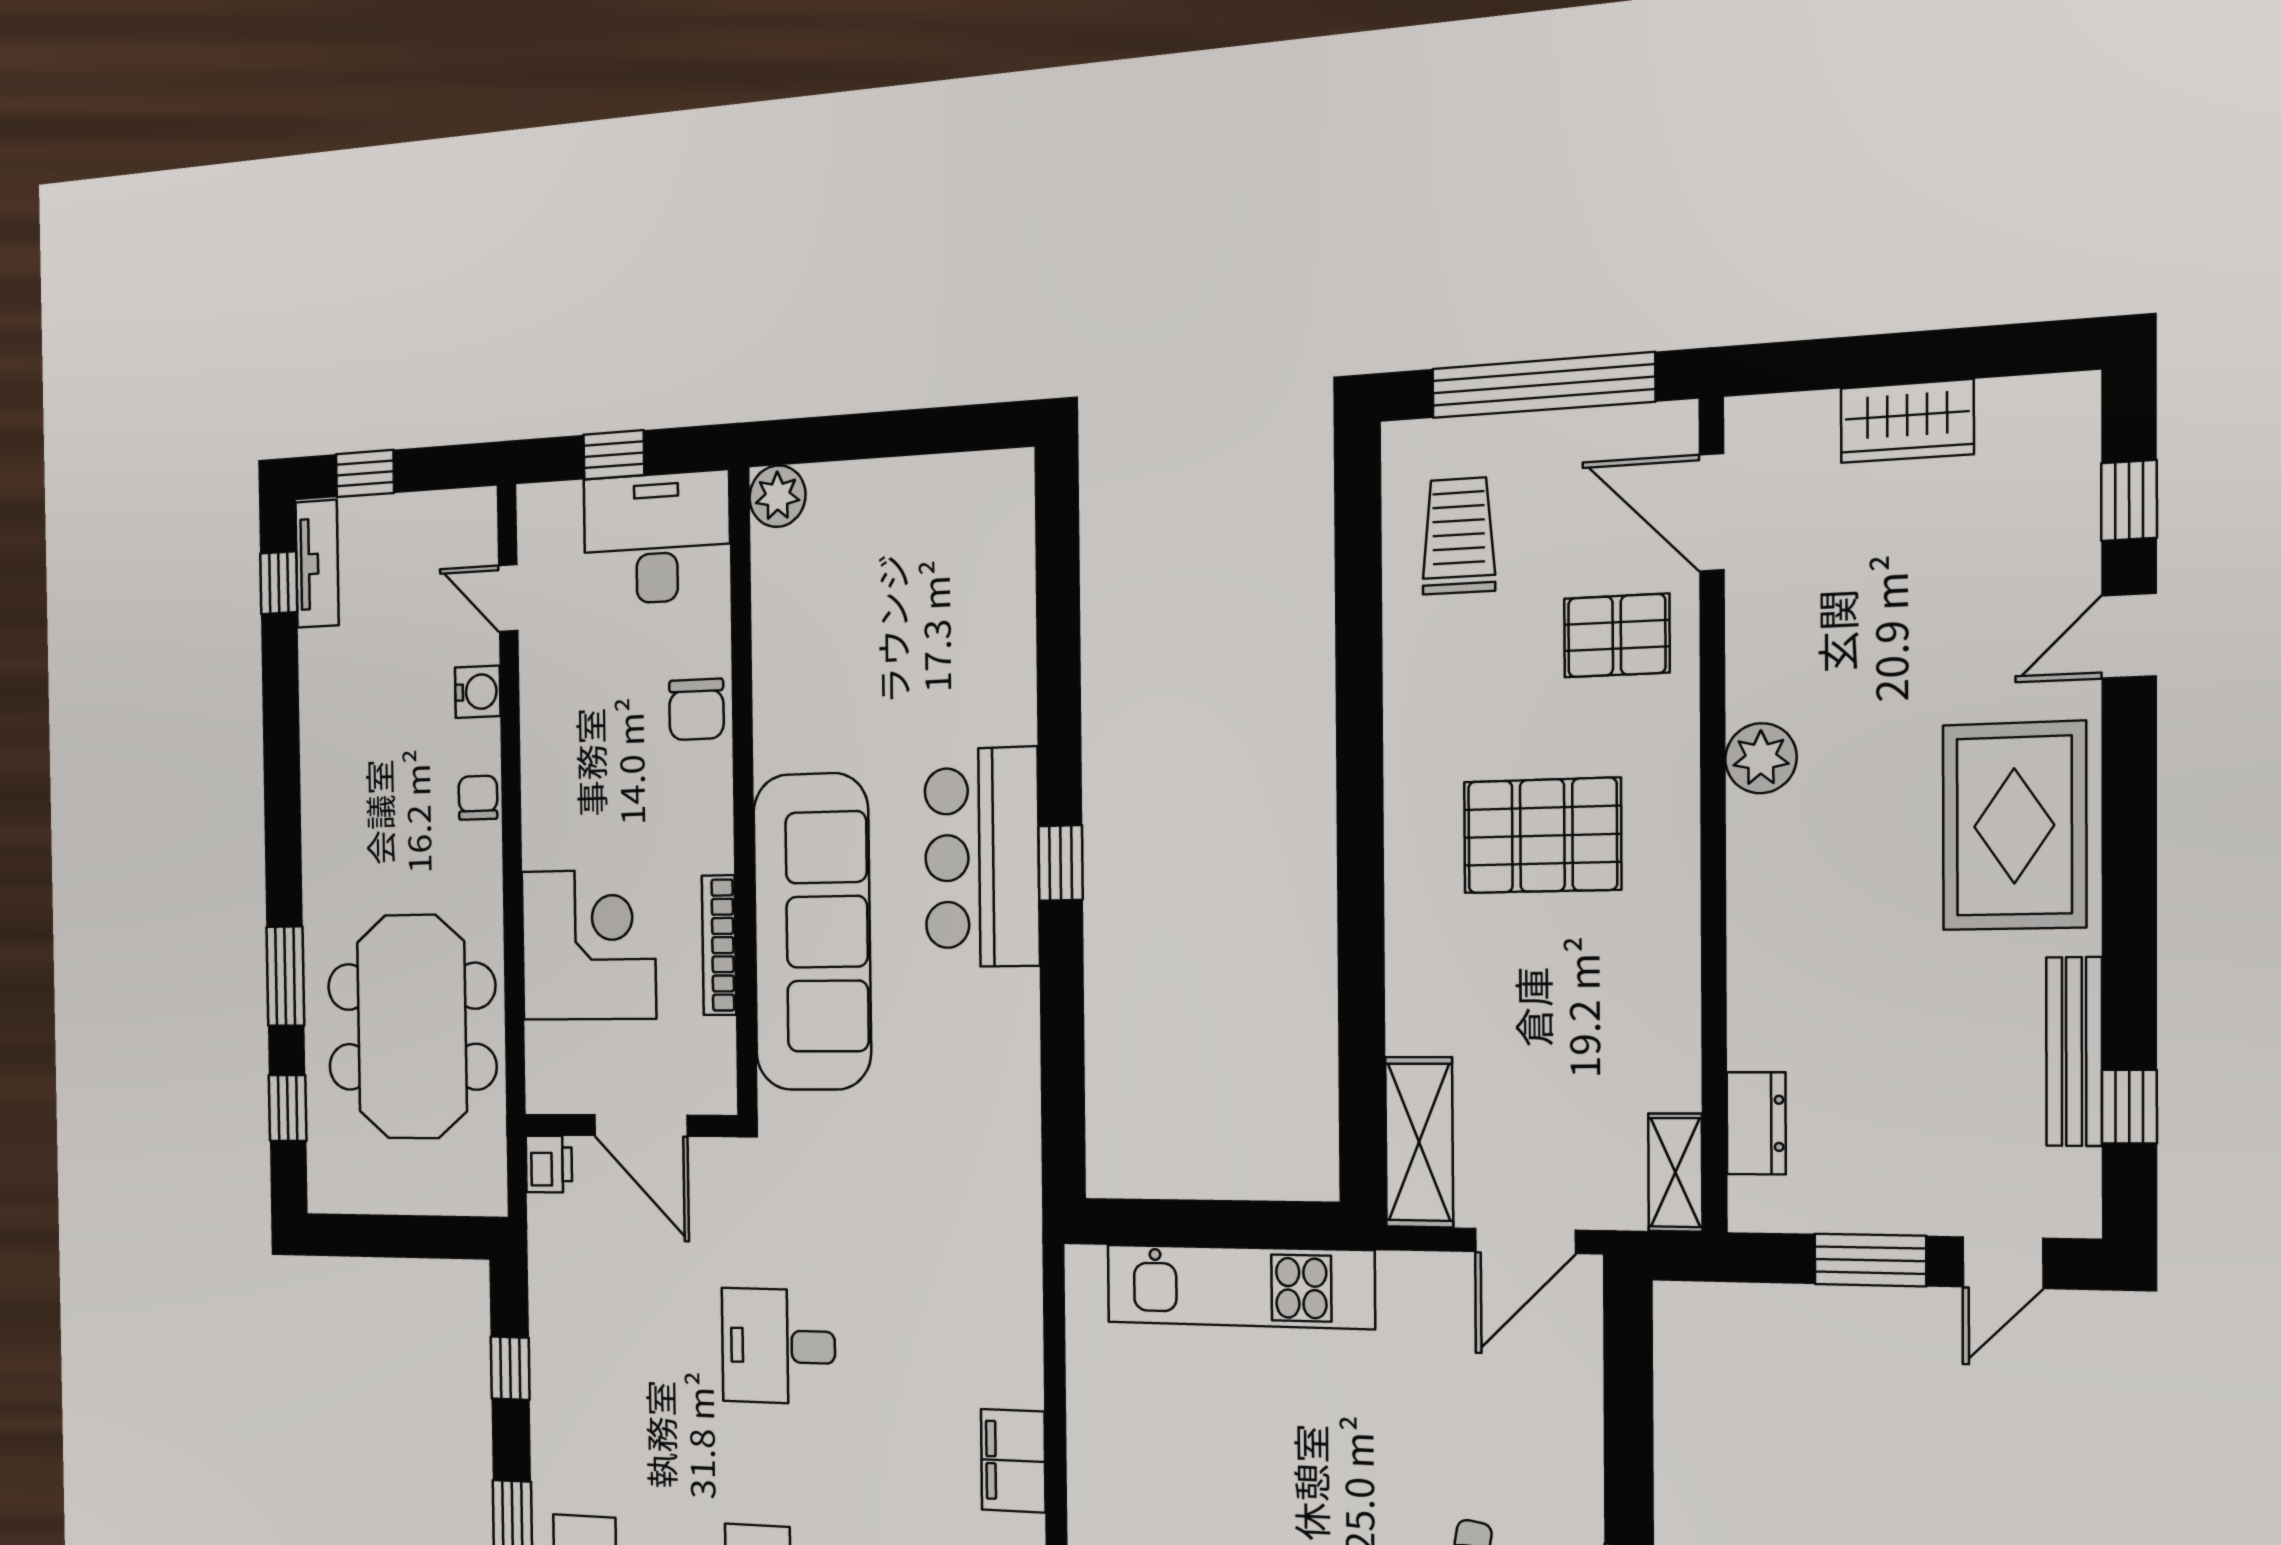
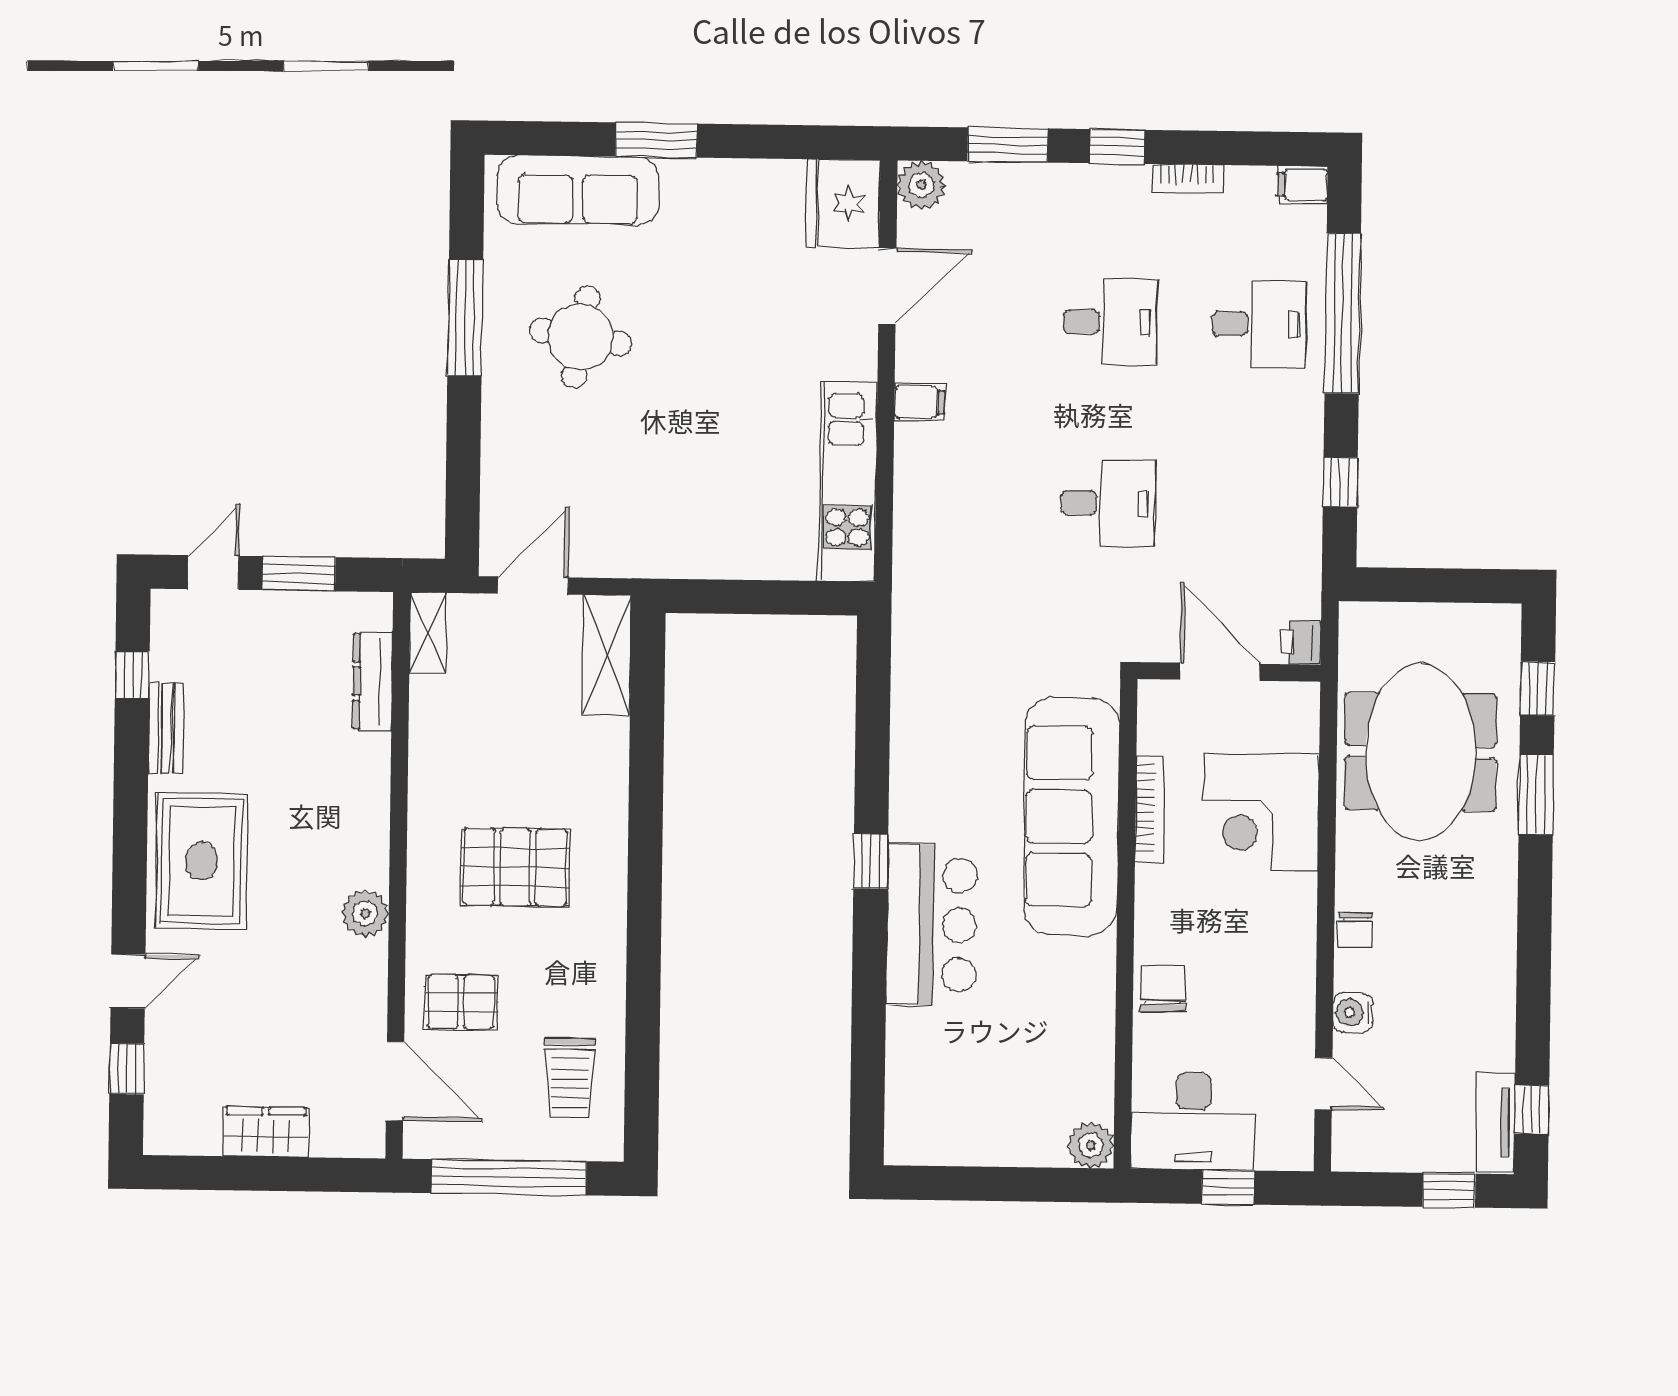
bar counter: (982, 857) -> (932, 925), moved
bench: (2074, 1052) -> (166, 728), width x0.73
dresser: (1756, 1123) -> (372, 682), width x1.44
kitchen unit: (1240, 1287) -> (848, 481), moved, turned -90
filing cabinet: (1013, 1461) -> (919, 402), width x0.50

